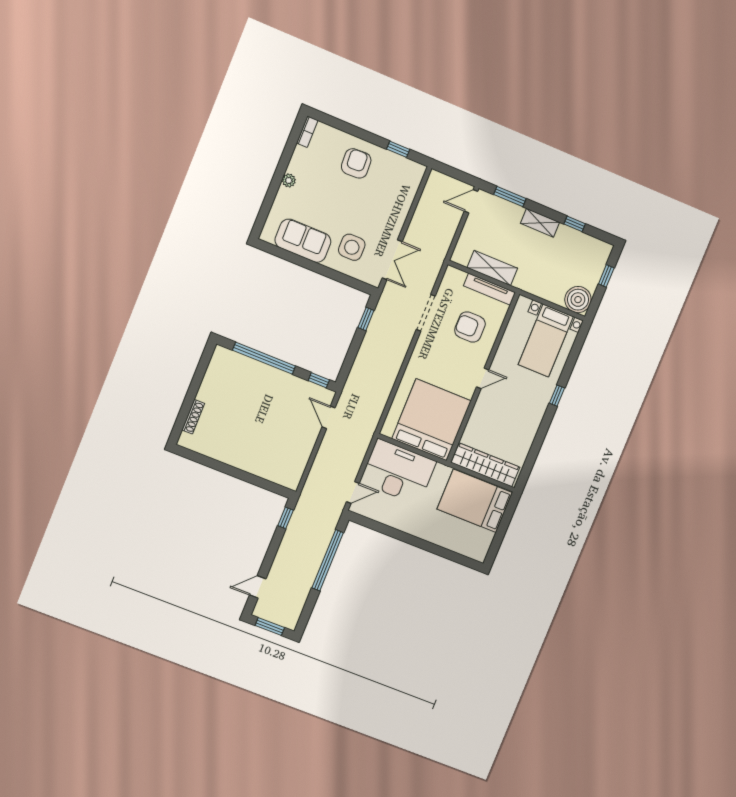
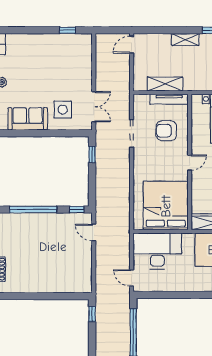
armchair: (356, 163) -> (43, 52), removed
window: (510, 197) -> (157, 30), removed
door: (353, 493) -> (132, 278), swing flipped

